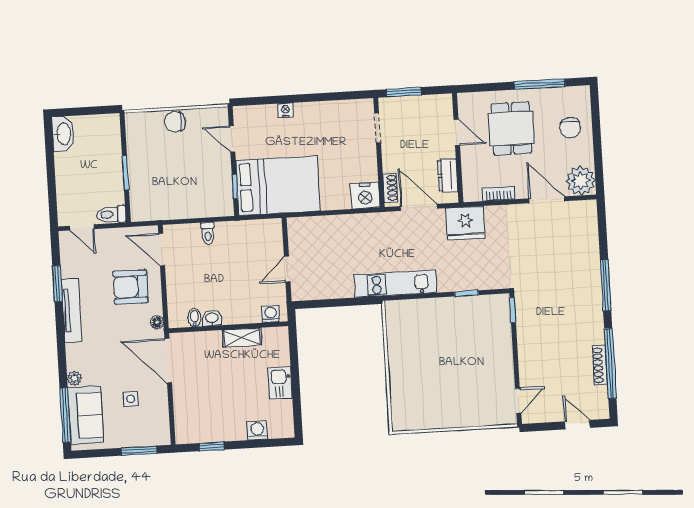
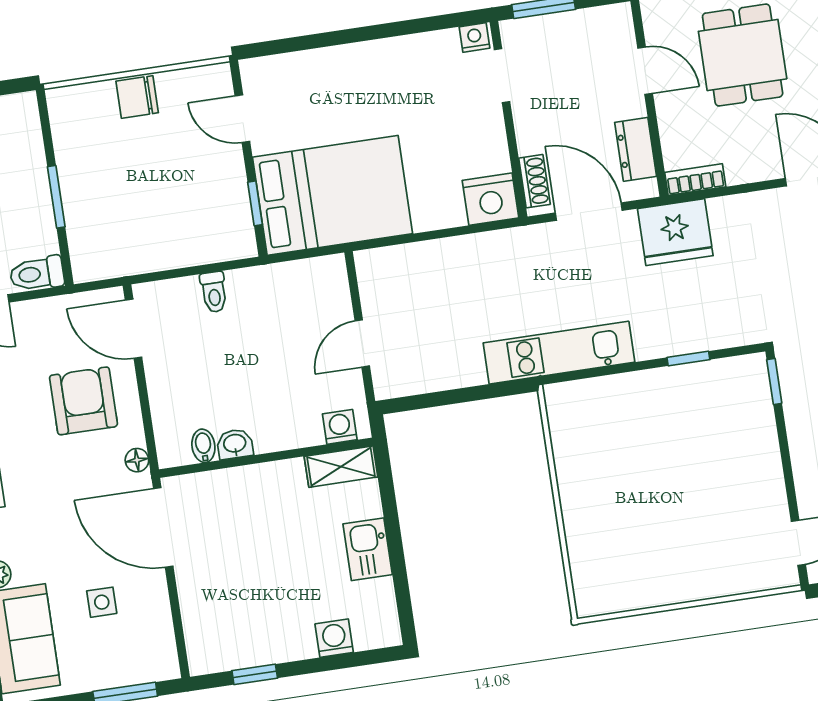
nightstand: (285, 110) -> (474, 38), moved
bookcase: (499, 194) -> (695, 180), moved
armchair: (130, 287) -> (83, 401), turned 90
shelving: (242, 338) -> (341, 467), moved

